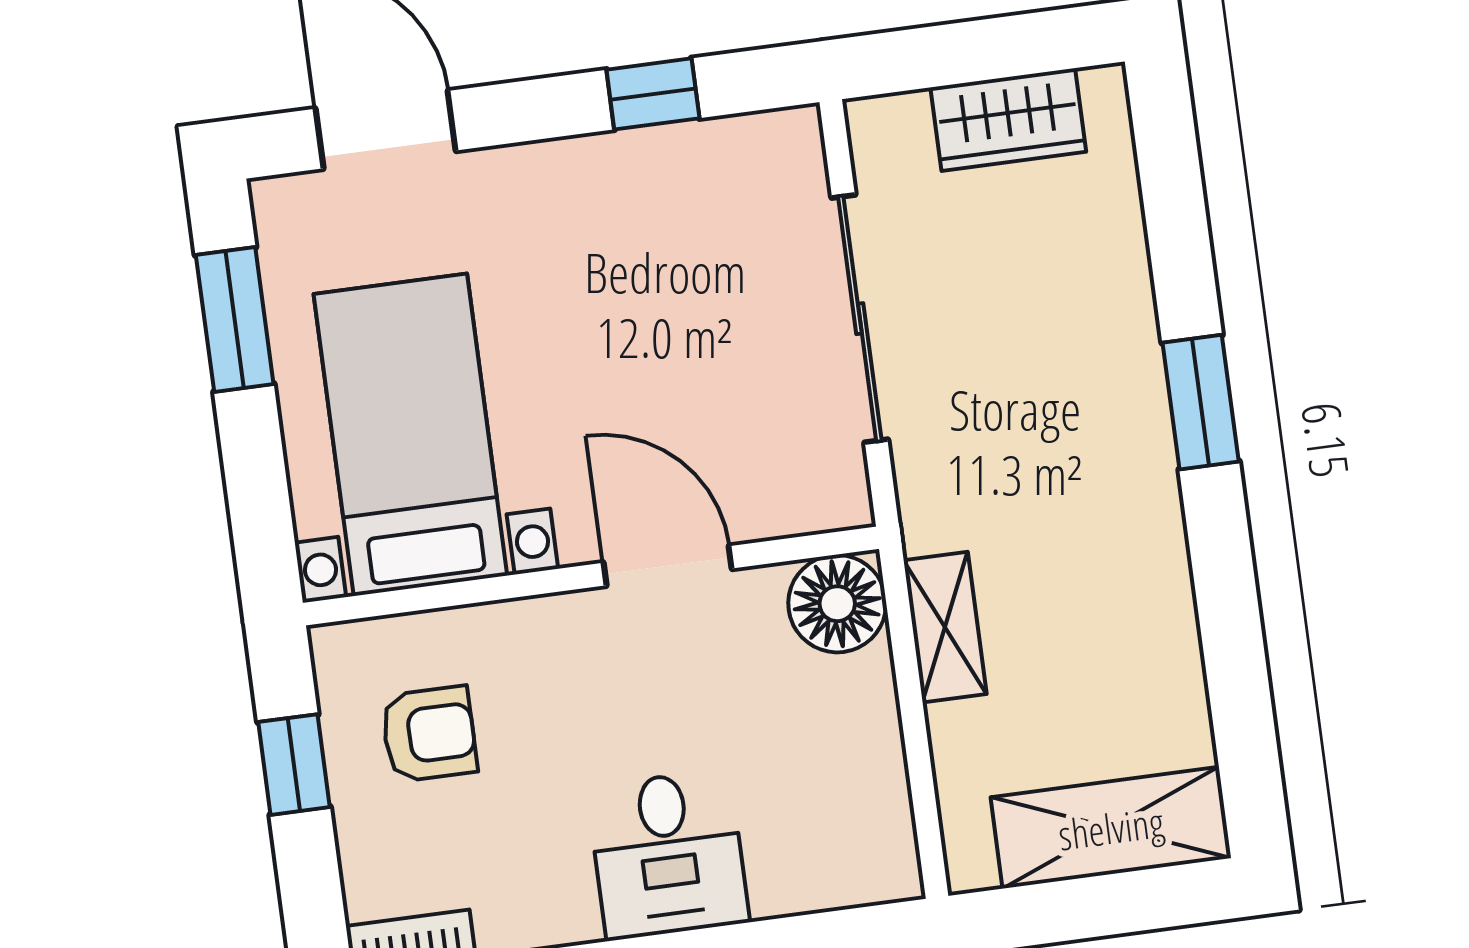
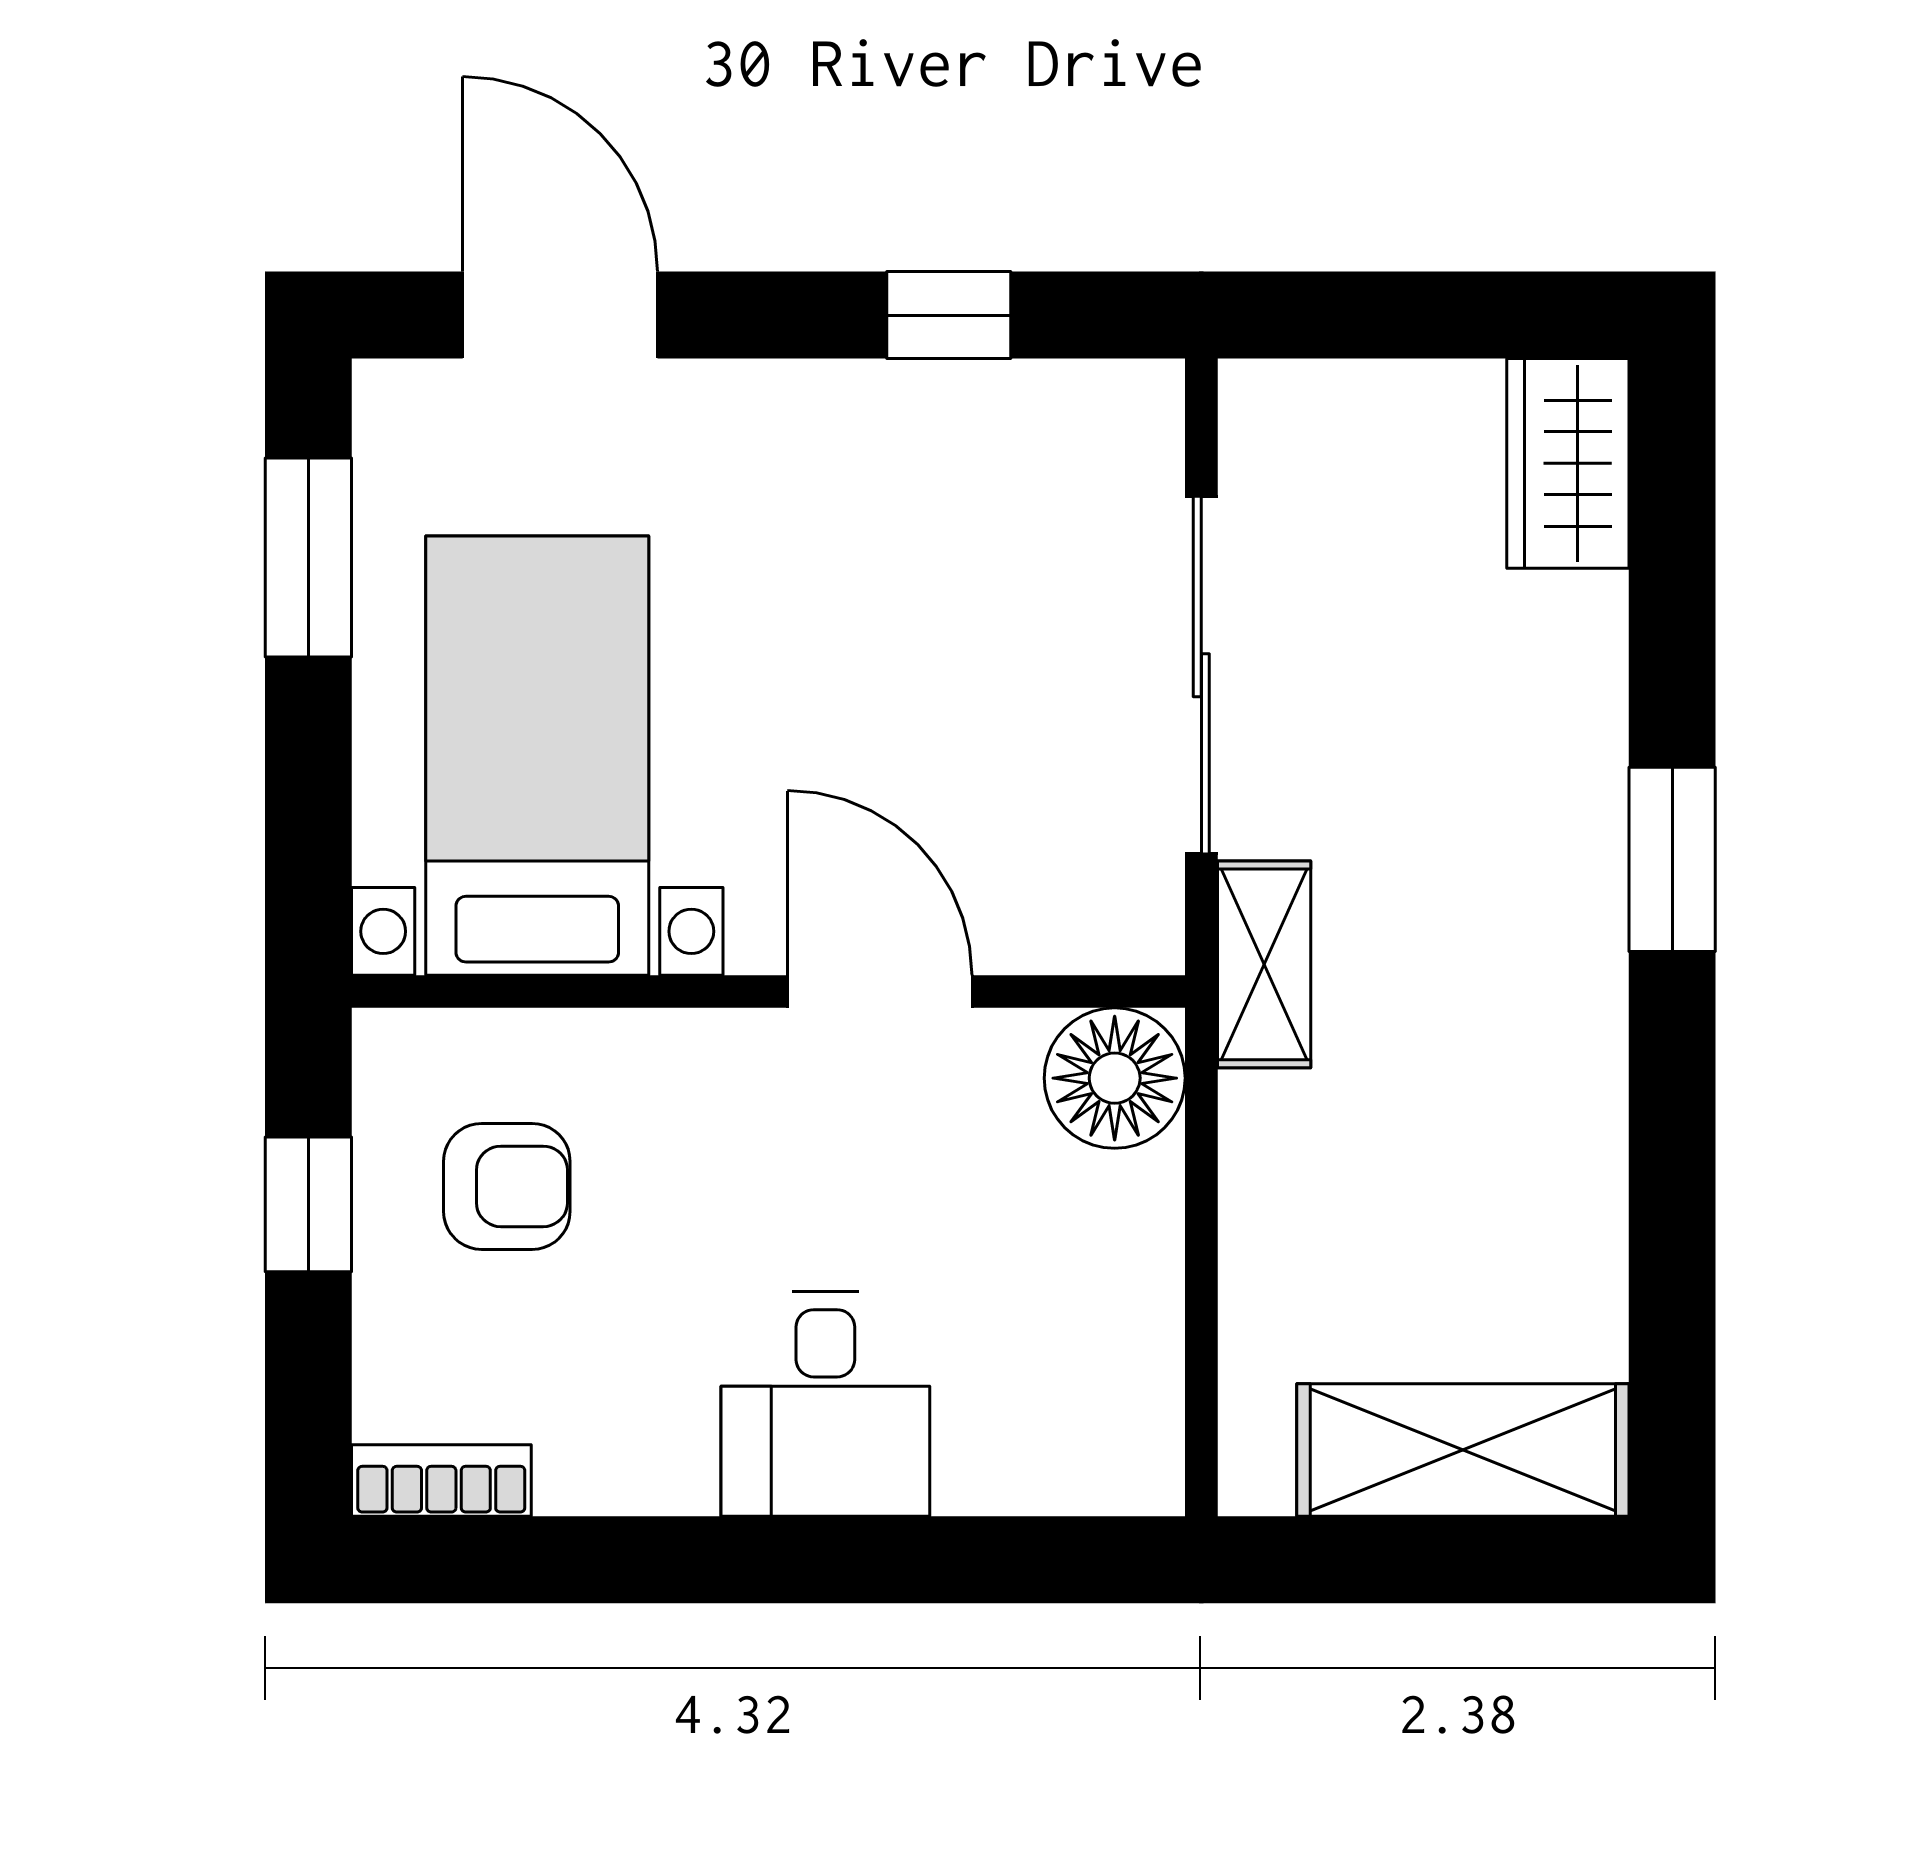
wardrobe: (1008, 120) -> (1568, 463), moved, turned 90
shelving: (945, 627) -> (1264, 964), moved

